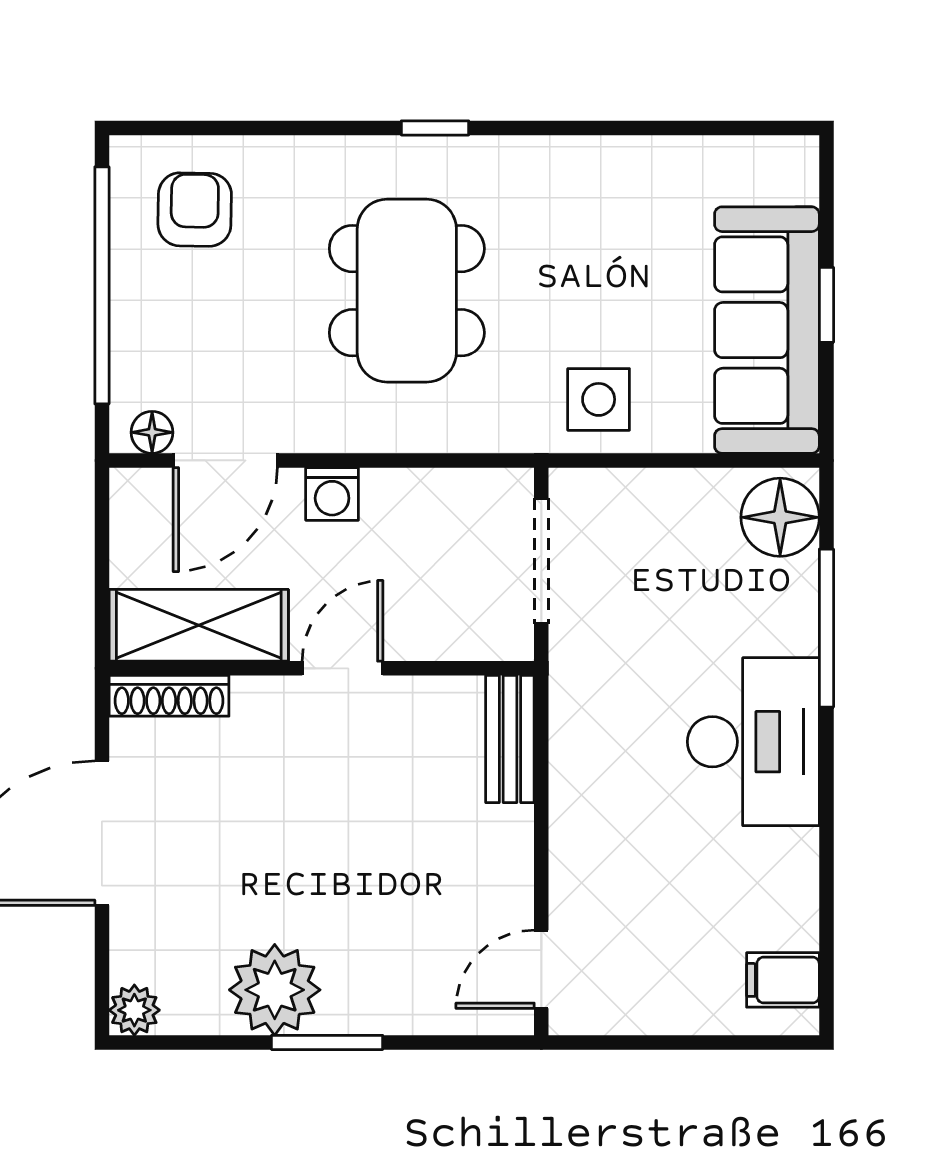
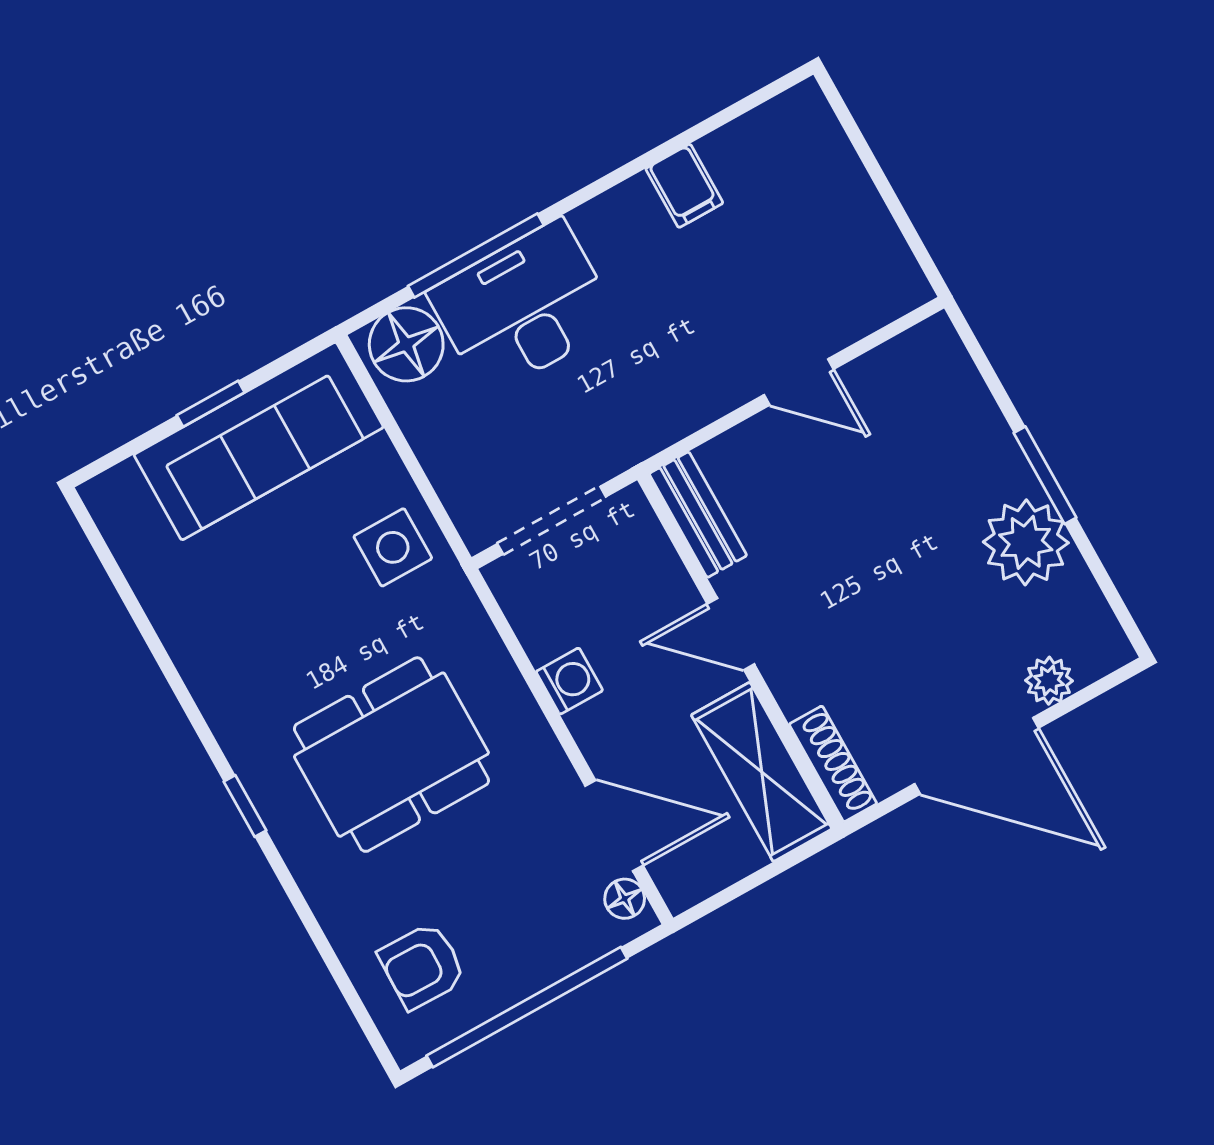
washing machine: (332, 494) -> (569, 681), moved
bench: (510, 739) -> (698, 515), moved, turned 90
desk: (753, 742) -> (523, 308), moved
door: (541, 969) -> (799, 382), moved
filing cabinet: (783, 980) -> (684, 186), moved
plant: (134, 1010) -> (1049, 681), moved

